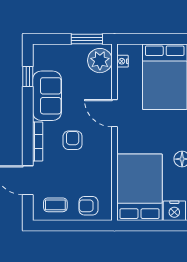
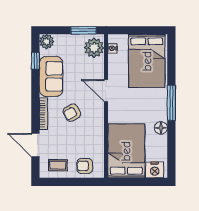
plant: (42, 53) -> (47, 41), added
armchair: (73, 140) -> (72, 113), turned -118

